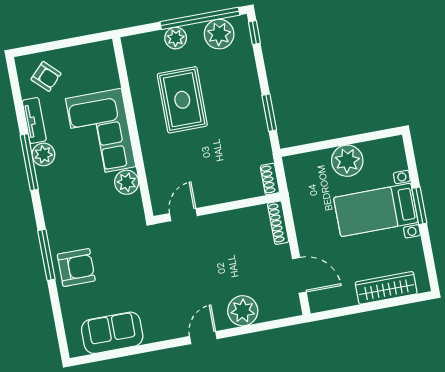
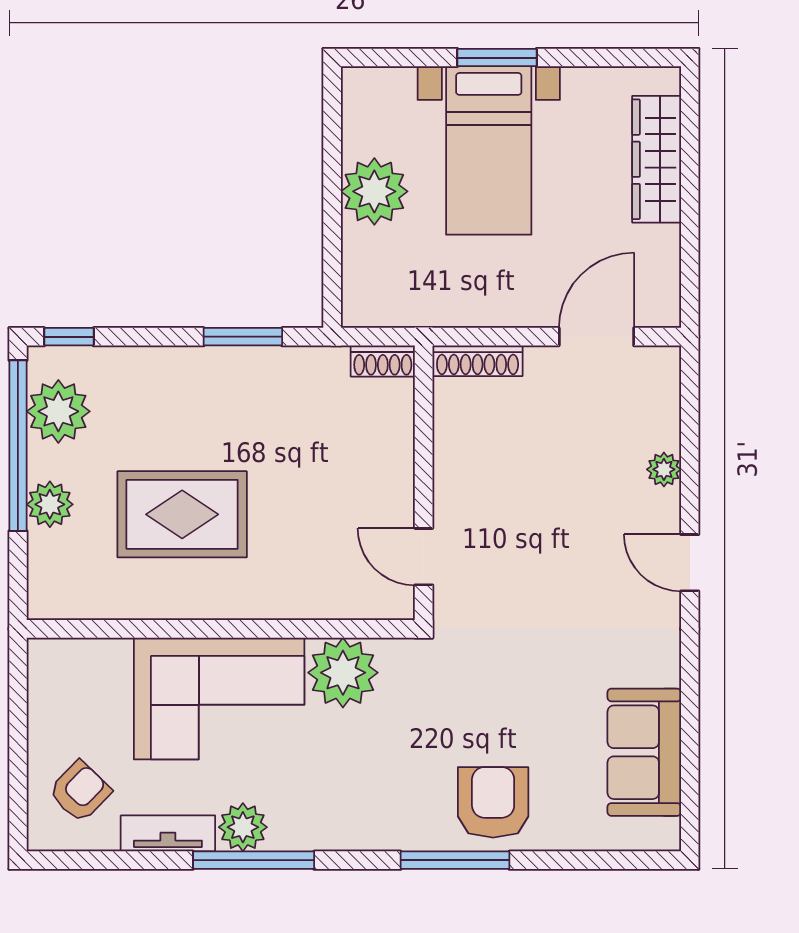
plant: (127, 182) -> (343, 673), width x1.36, depth x1.36
plant: (243, 311) -> (664, 469), width x0.53, depth x0.53

